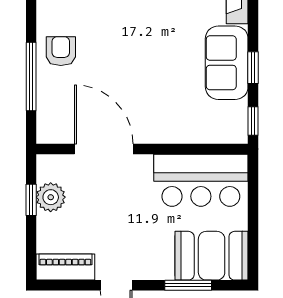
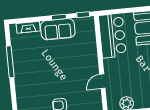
door: (104, 149) -> (102, 81), width x0.53

